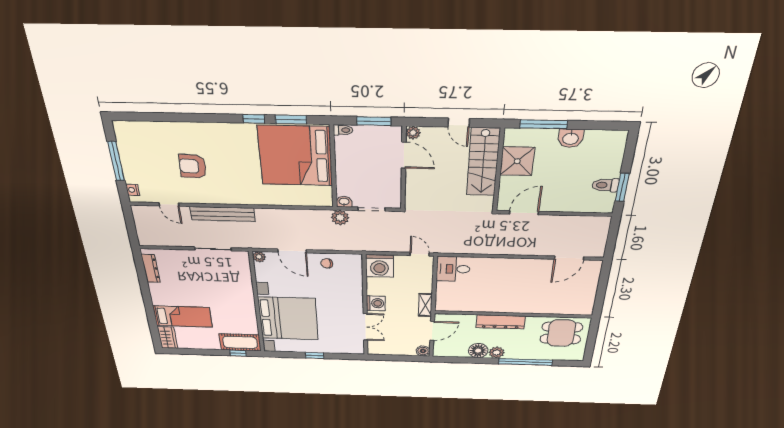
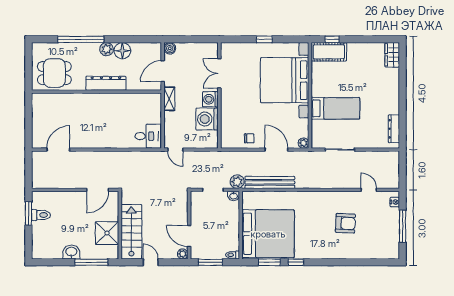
bench: (222, 214) -> (270, 182), moved
washing machine: (380, 266) -> (207, 119), moved, turned -90
bed: (183, 316) -> (335, 108), moved, turned 180

